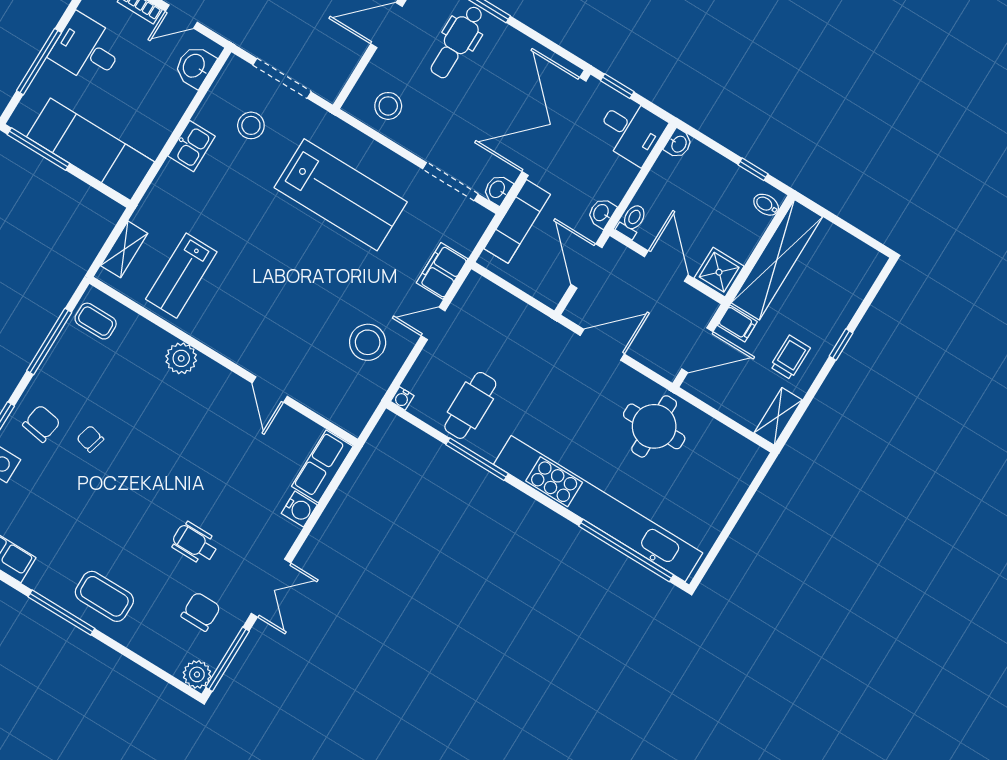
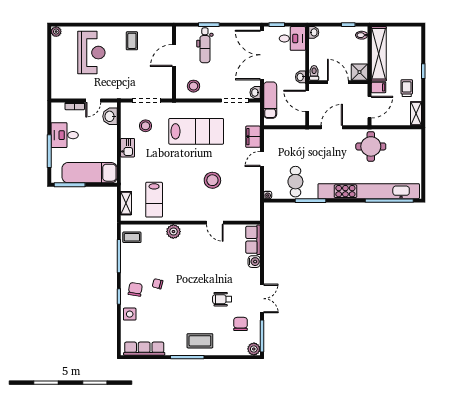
stool: (368, 342) -> (212, 180), moved

